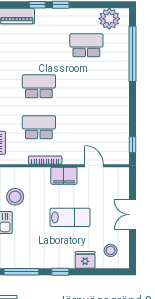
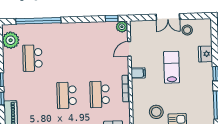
plant: (122, 157) -> (122, 27), added
filing cabinet: (64, 176) -> (138, 73), width x0.50
stool: (111, 250) -> (187, 30), moved

